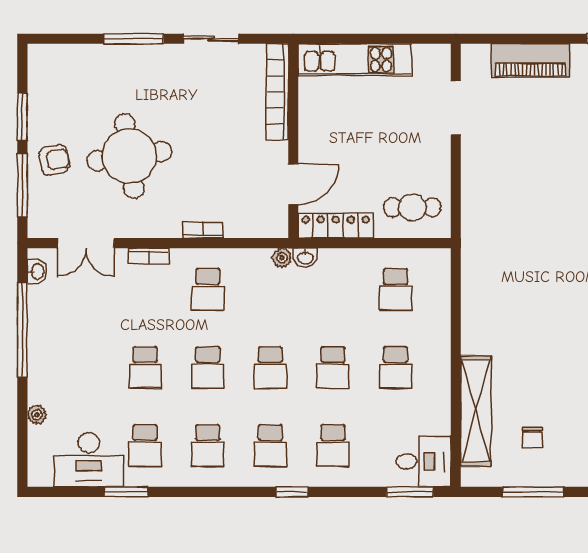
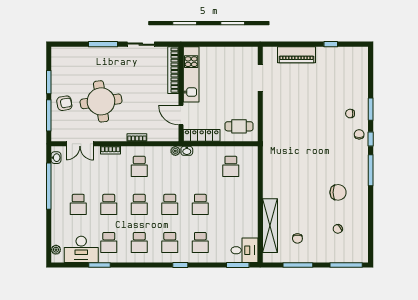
kitchen unit: (355, 60) -> (191, 74), moved, turned -90
door: (293, 184) -> (181, 115), swing flipped
school desk: (396, 367) -> (78, 204), moved
plant: (37, 415) -> (56, 250), moved

